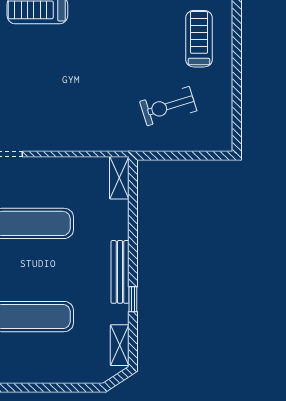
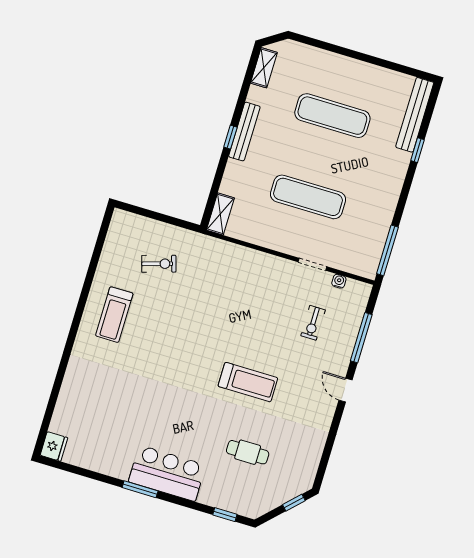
exercise bike: (168, 106) -> (159, 264), width x0.73, depth x0.72
window: (133, 299) -> (230, 137), moved

